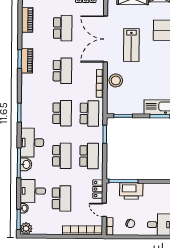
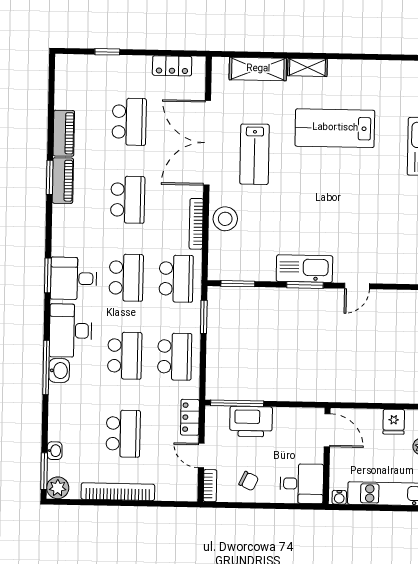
piano: (27, 20) -> (64, 133), moved
desk: (33, 191) -> (74, 278), moved
bookcase: (83, 230) -> (118, 492), moved

